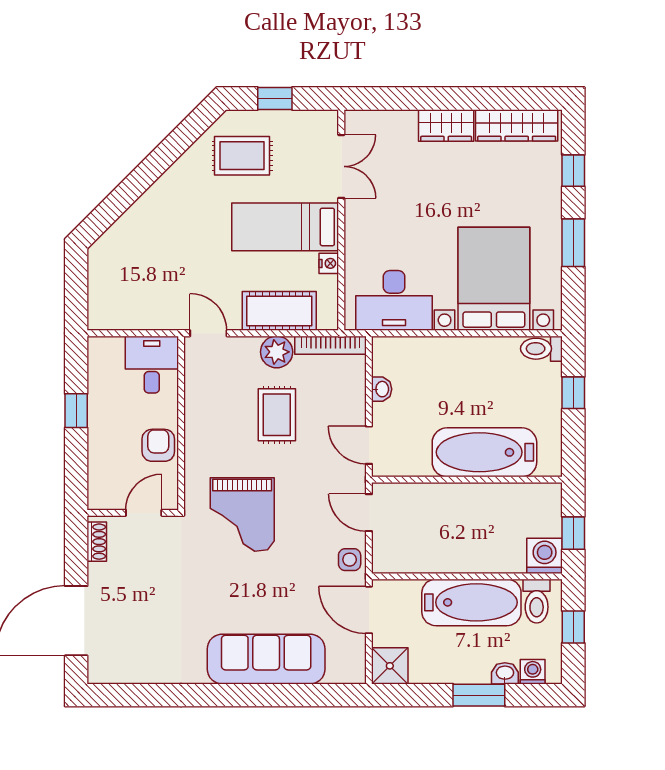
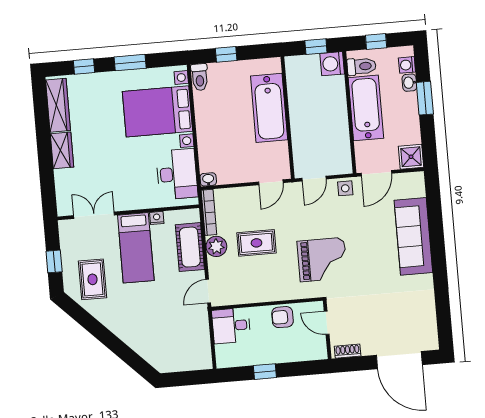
washbasin: (382, 389) -> (208, 179), moved

